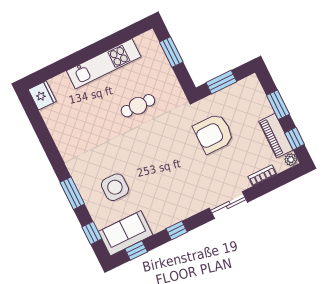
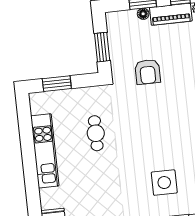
floor lamp: (267, 109) -> (143, 14), added
armchair: (214, 134) -> (148, 72), width x0.73, depth x0.73

